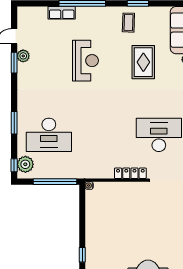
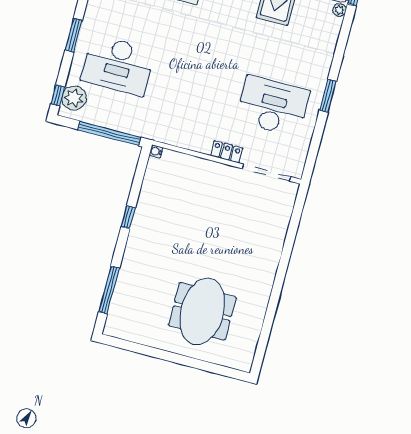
locker: (130, 173) -> (227, 152), width x0.66
window: (82, 255) -> (128, 217), moved

